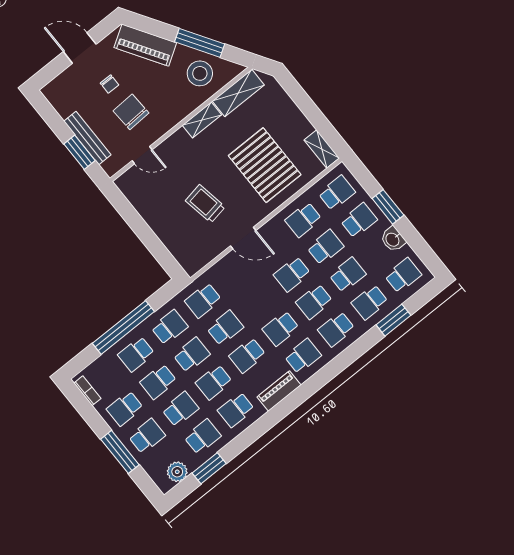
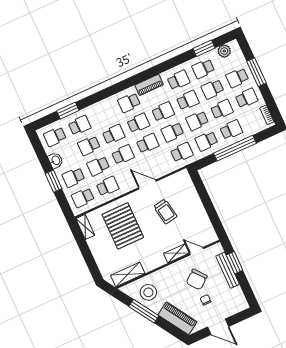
chair: (131, 112) -> (197, 279), turned 54
shelving: (202, 120) -> (176, 253), moved
school desk: (336, 329) -> (148, 143), moved

